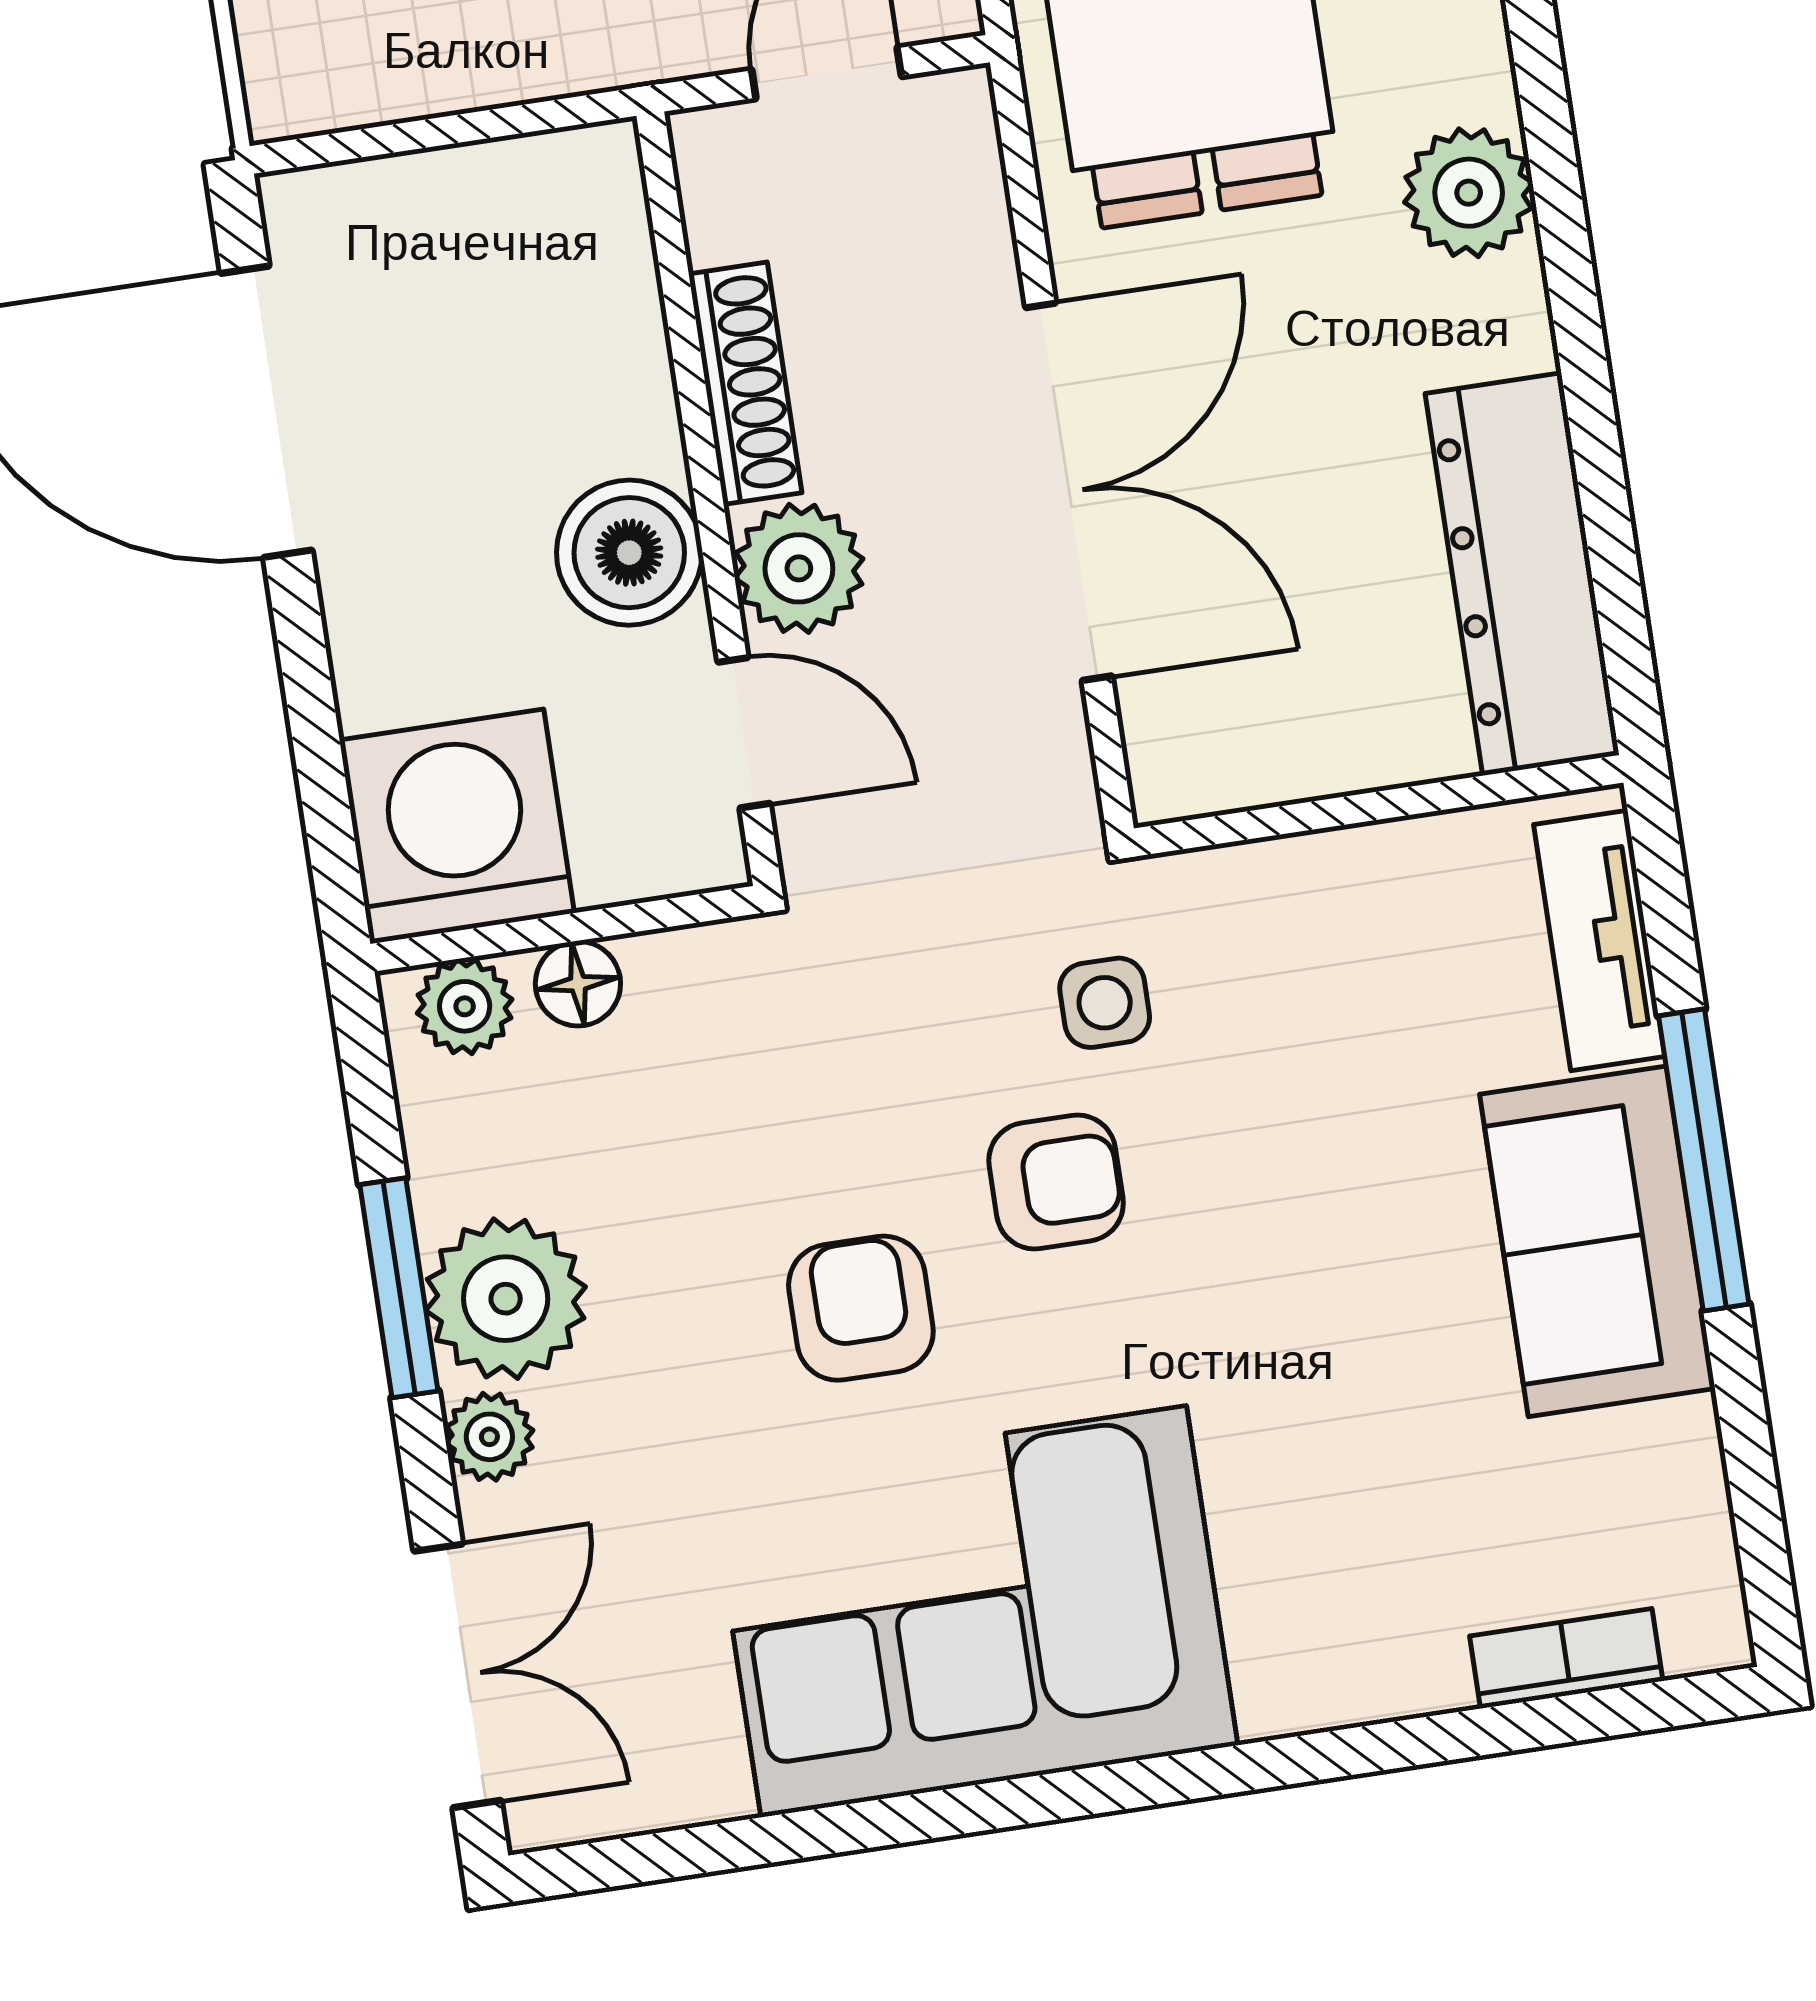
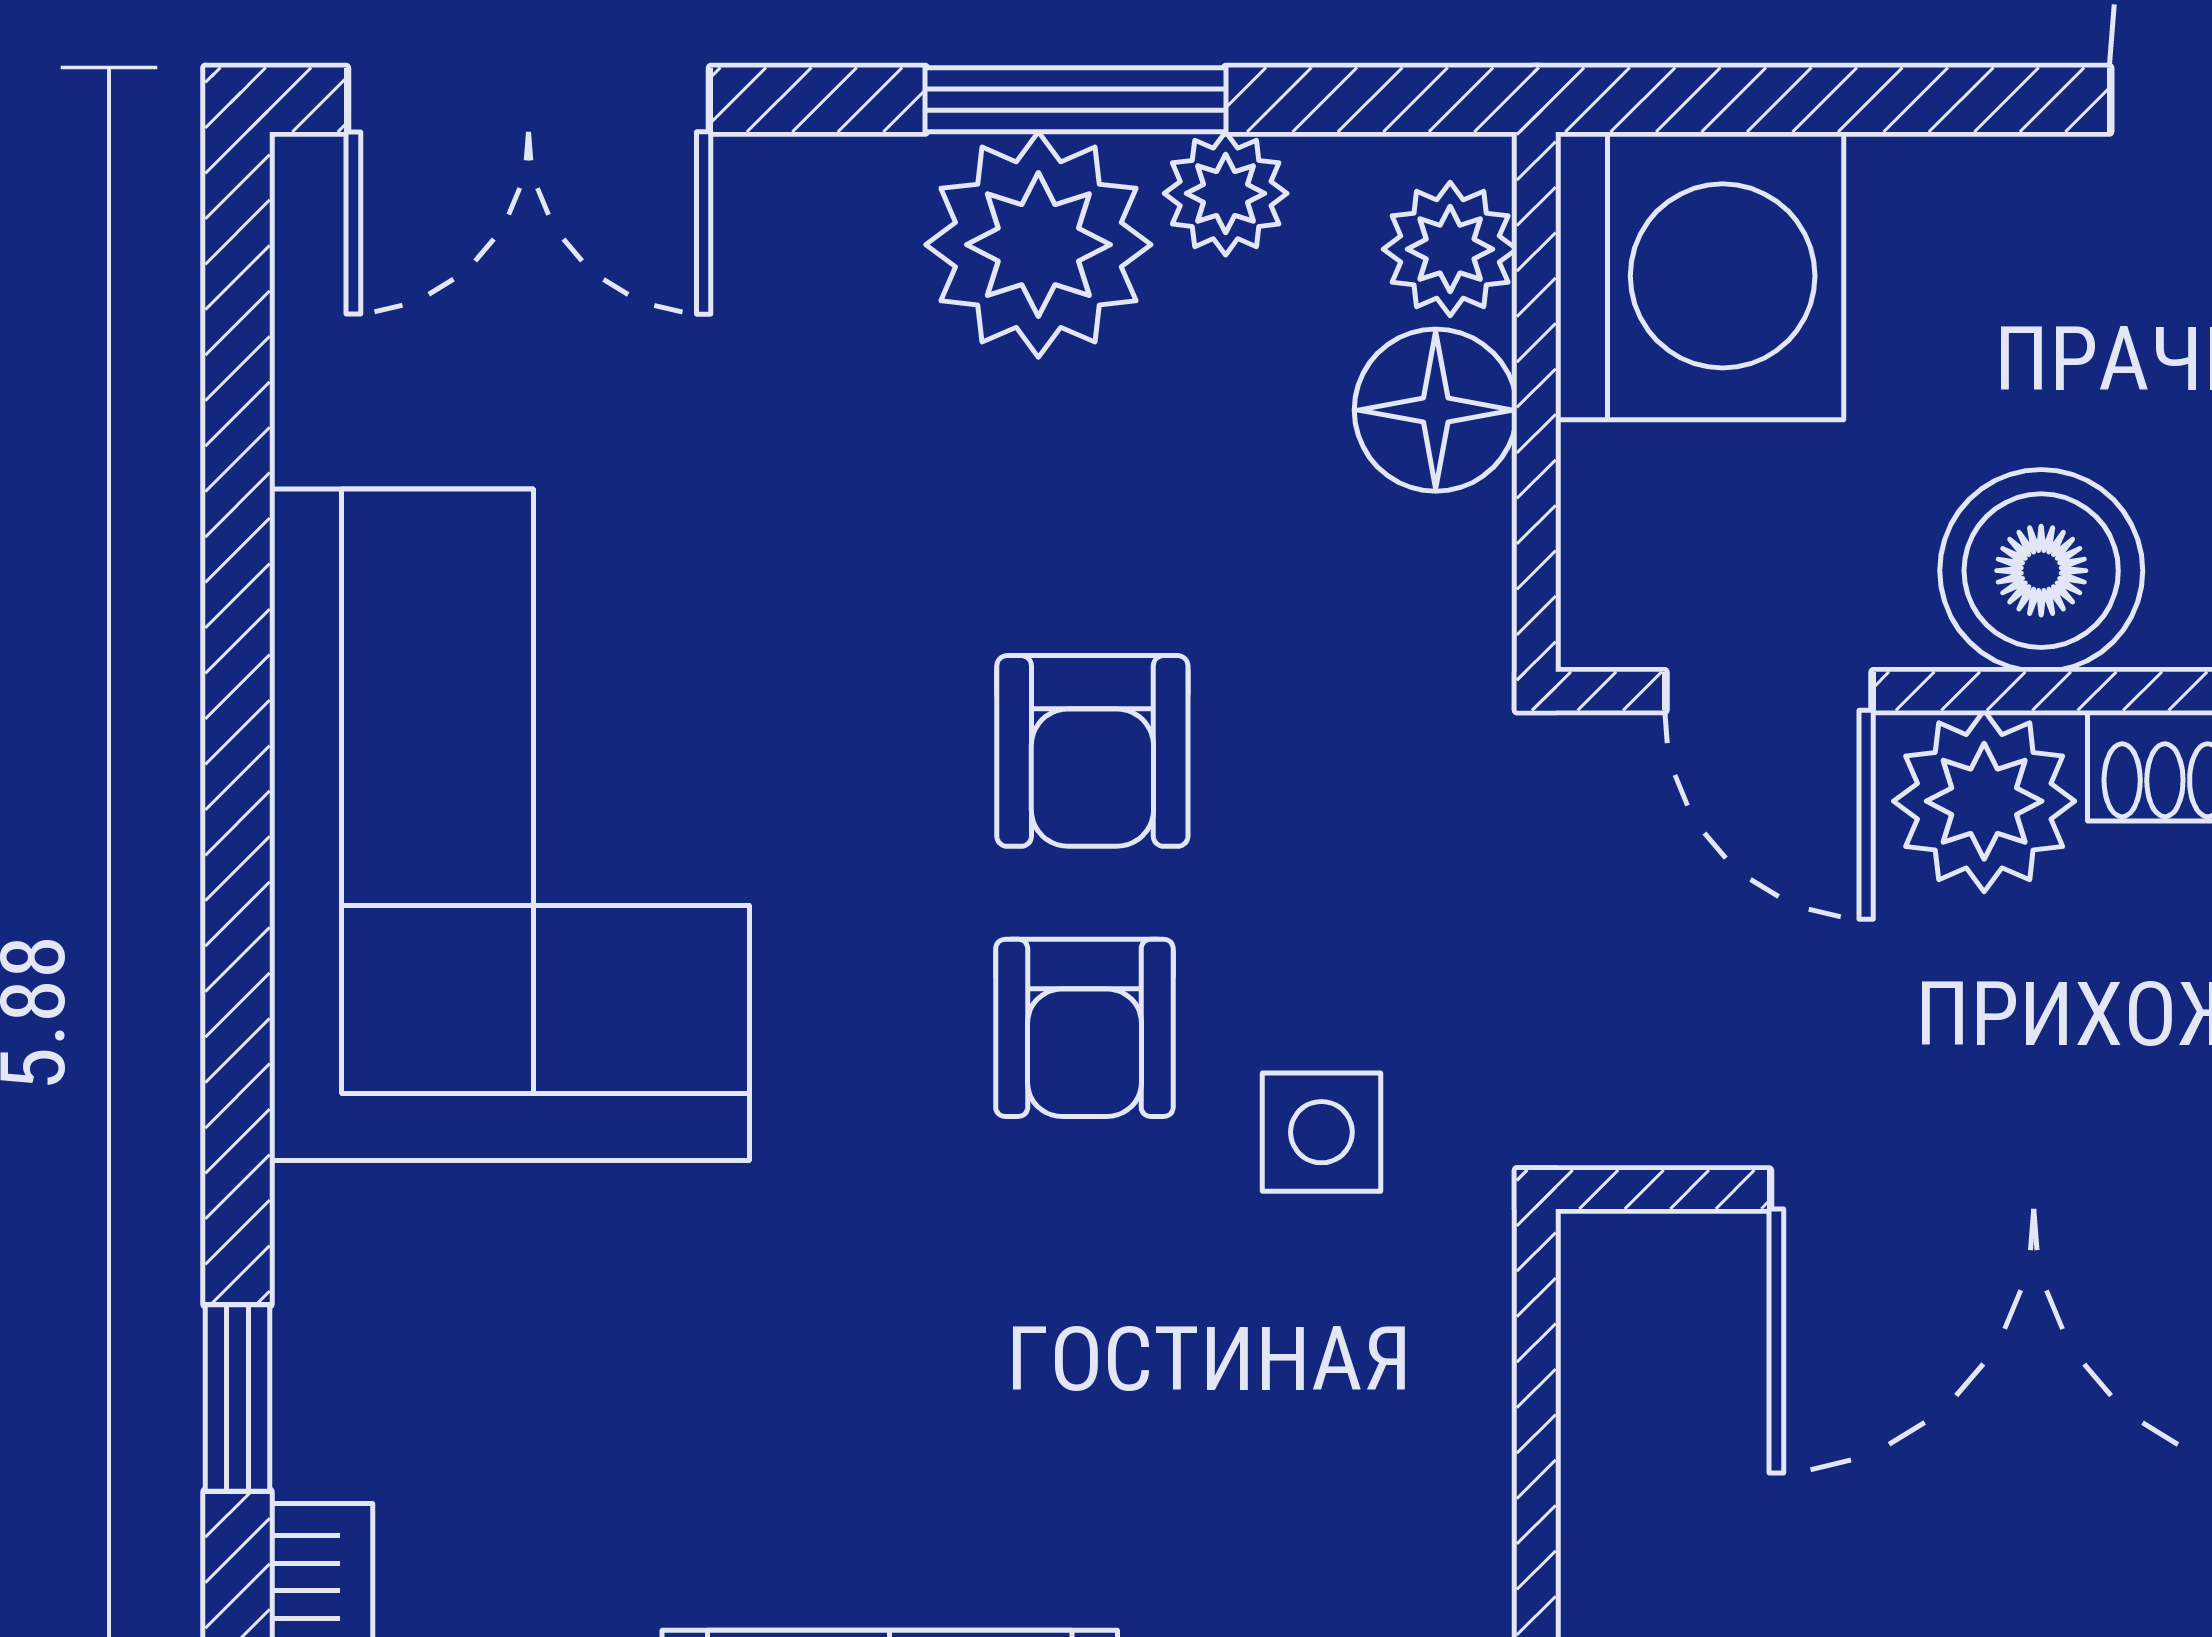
door: (744, 733) -> (1769, 691), hinge flipped
floor lamp: (578, 984) -> (1436, 410), width x1.37, depth x1.37
armchair: (861, 1308) -> (1092, 751), moved, turned 90
plant: (489, 1437) -> (1226, 193), moved
window: (1409, 1743) -> (238, 1398), added

